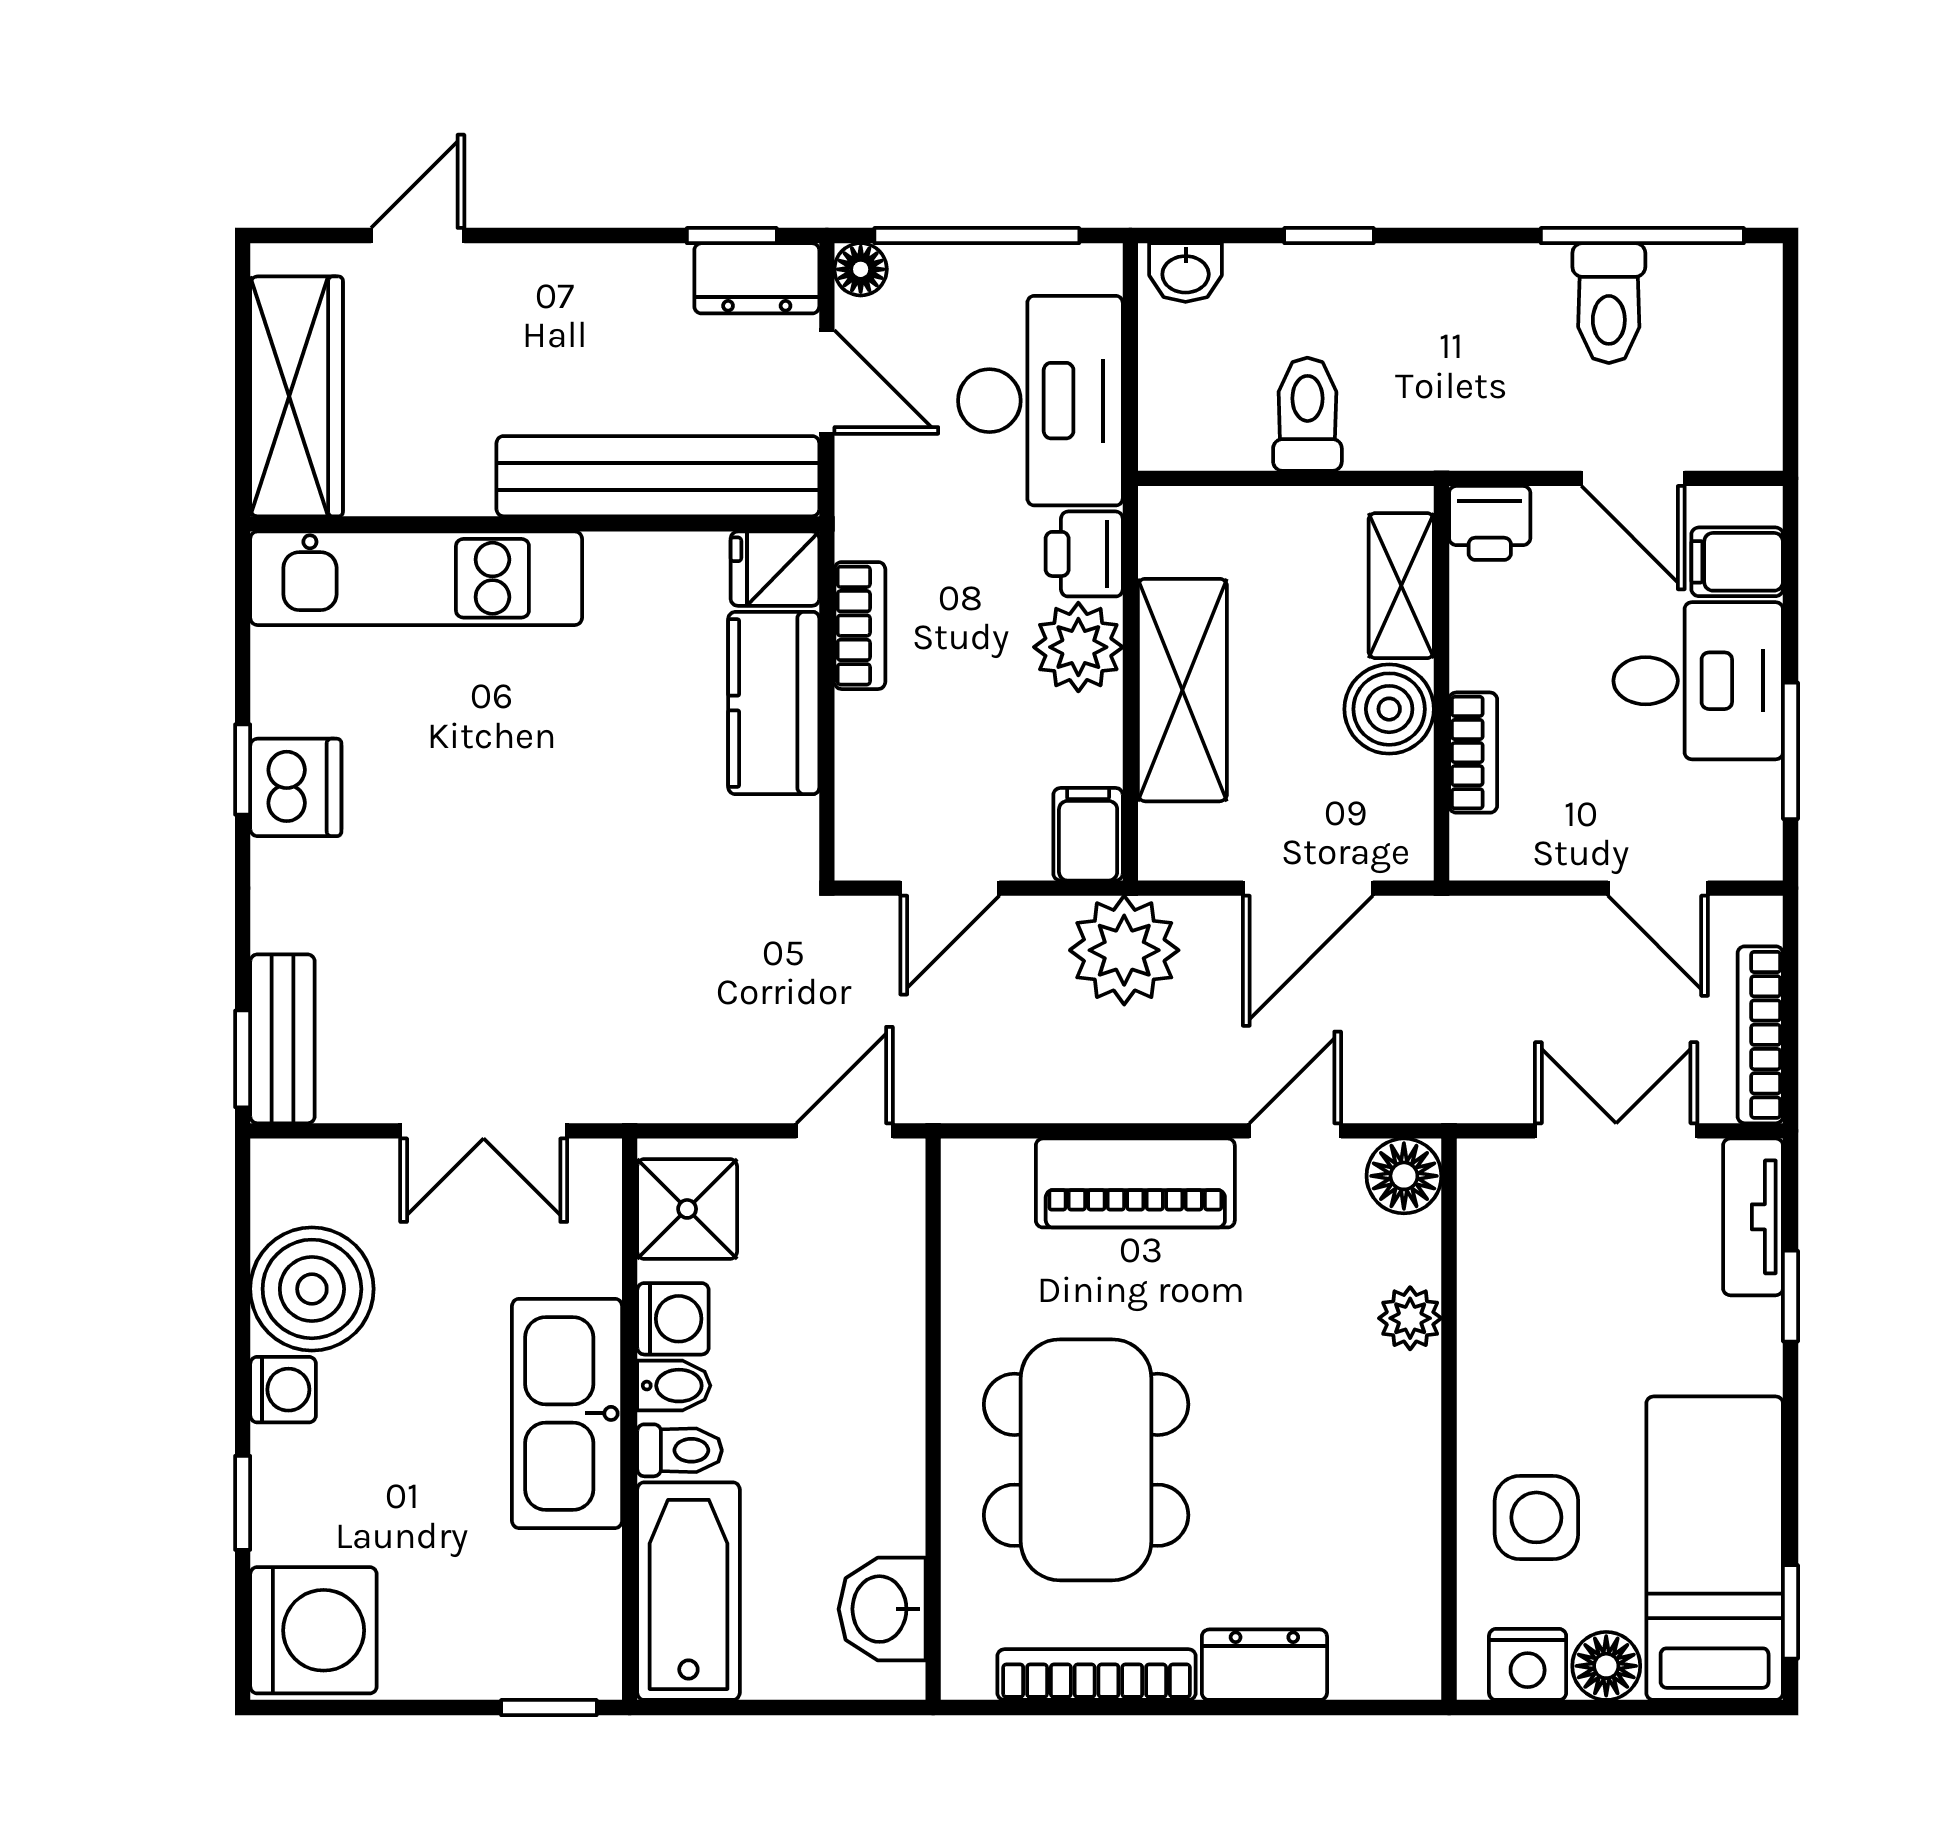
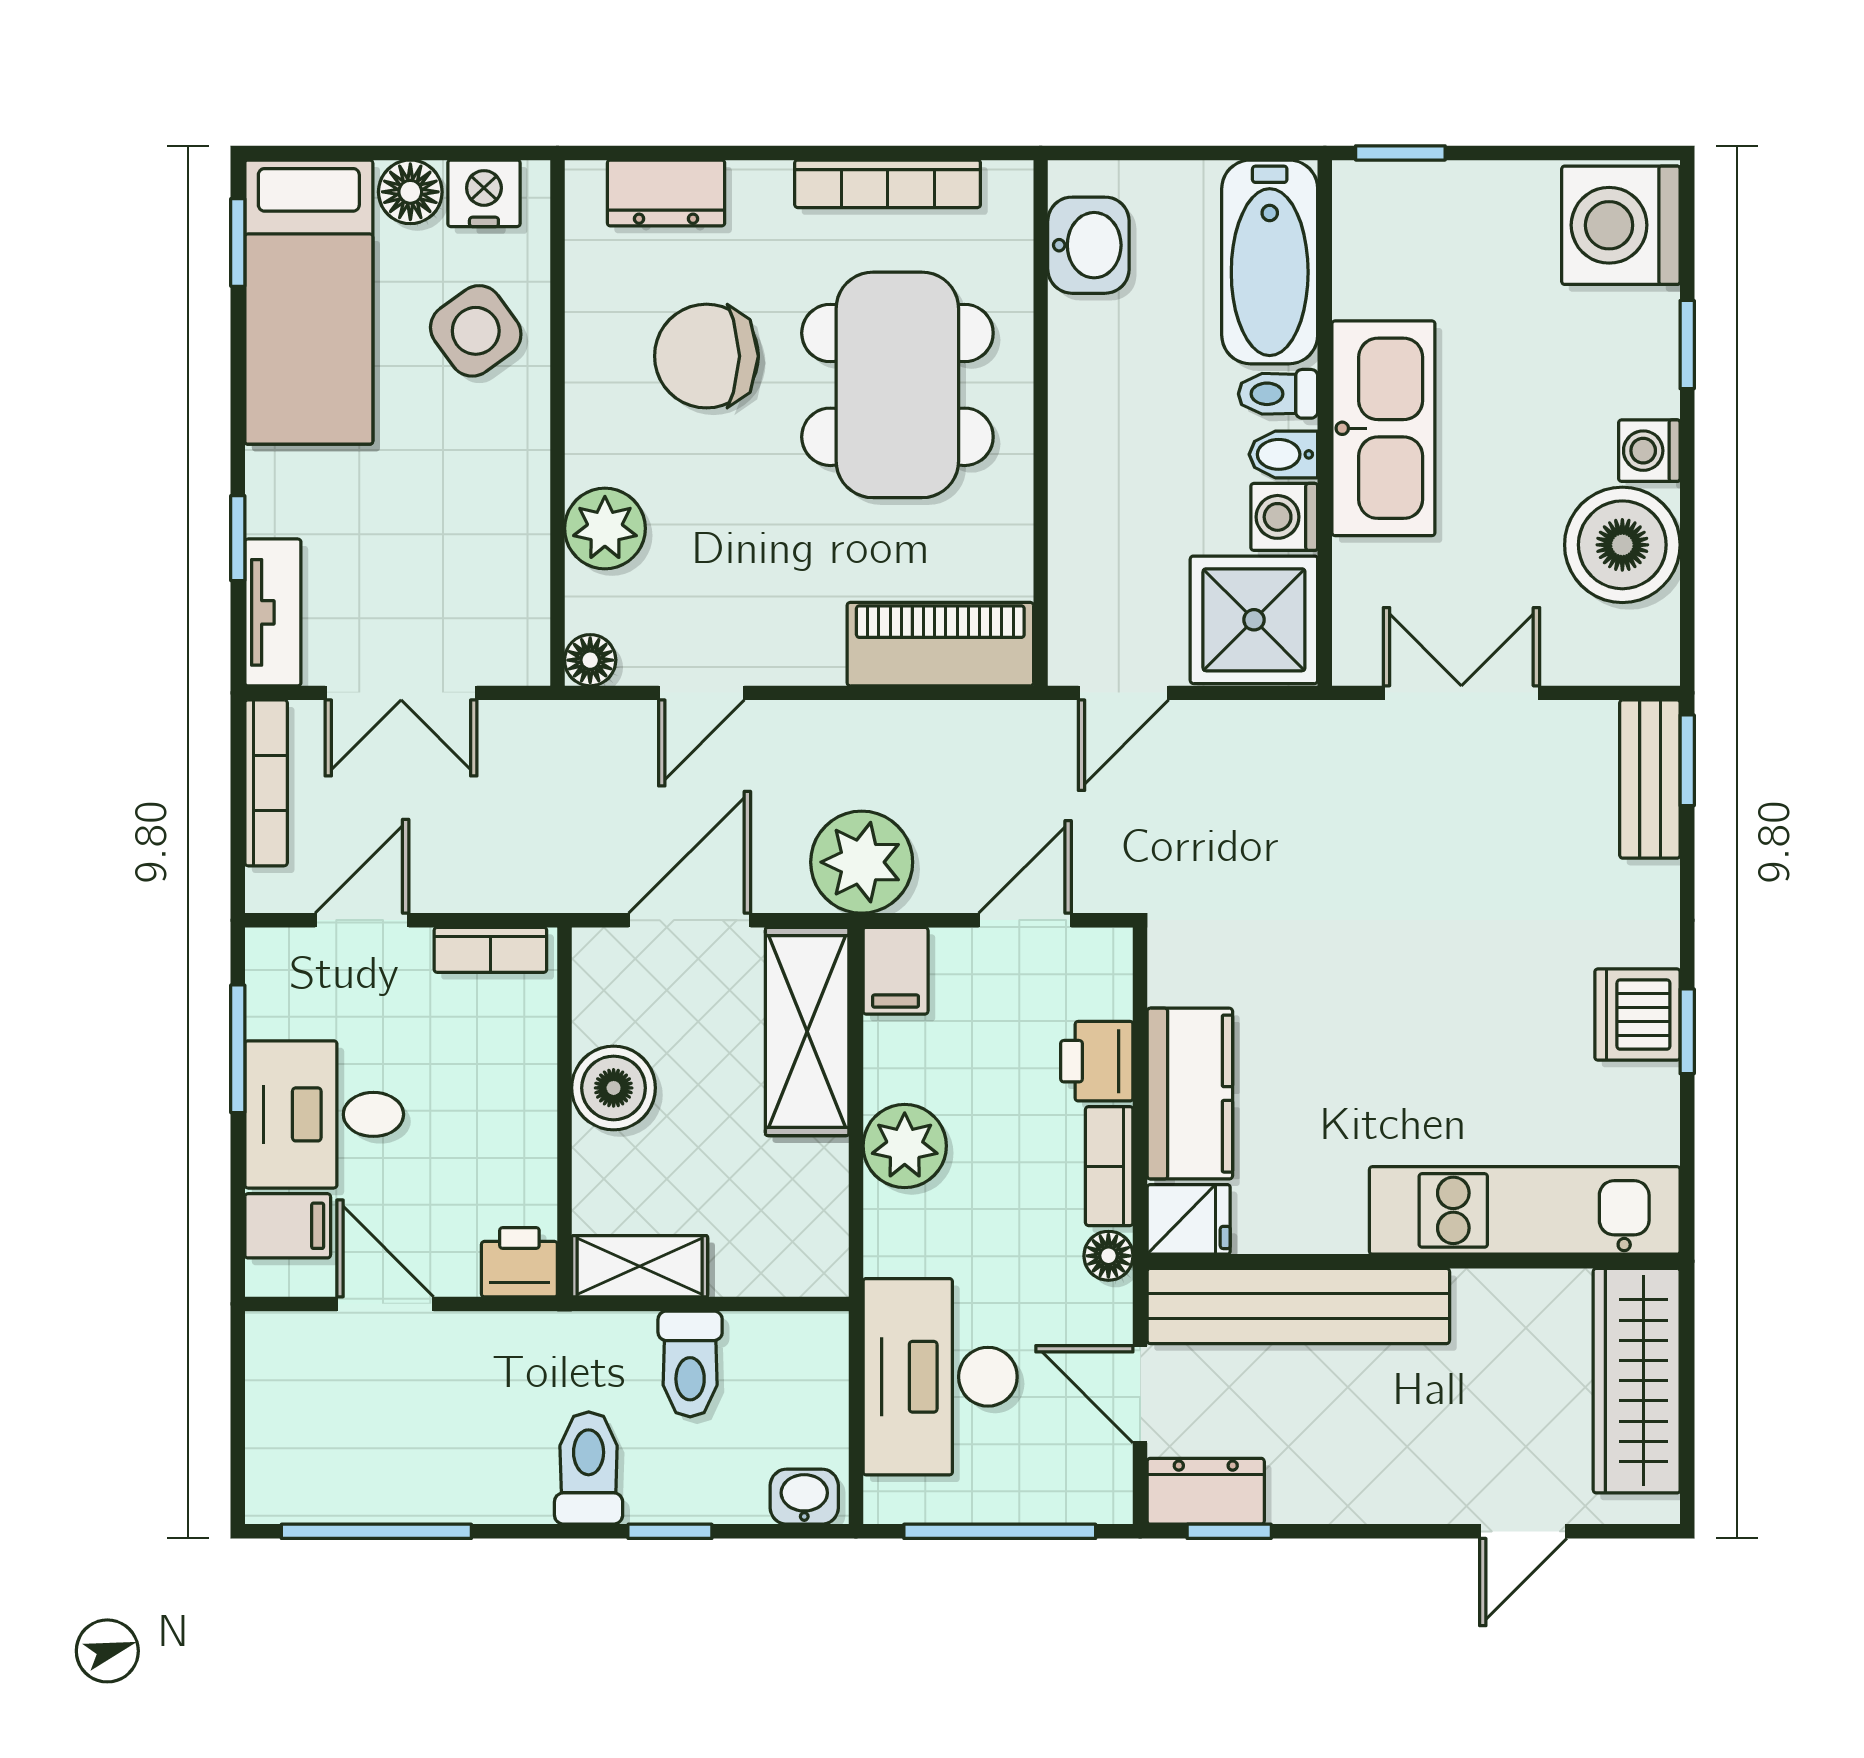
floor lamp: (861, 269) -> (1108, 1256), moved
toilet: (1609, 303) -> (589, 1468), moved
printer: (1084, 554) -> (1097, 1061), moved, turned 180
shelving: (1401, 586) -> (640, 1266), moved, turned 90
shelving: (1182, 690) -> (807, 1032), moved
bookcase: (1473, 753) -> (490, 950), moved, turned -90
door: (1658, 888) -> (362, 920), hinge flipped
floor lamp: (1404, 1176) -> (590, 660), width x0.73, depth x0.73
piano: (1135, 1183) -> (940, 644), moved
shower: (687, 1209) -> (1254, 620), width x1.36, depth x1.36
plant: (1410, 1318) -> (605, 528), width x1.38, depth x1.38
chair: (1290, 1491) -> (706, 356), added
side table: (1536, 1517) -> (476, 331), turned -36
dresser: (1264, 1665) -> (666, 193), moved

